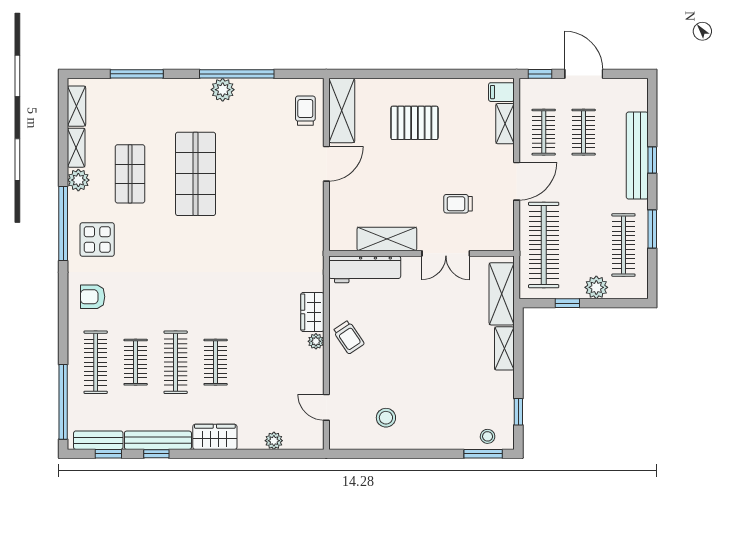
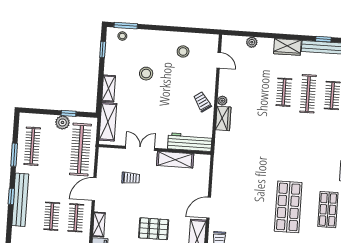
plant: (596, 287) -> (62, 122), moved
stool: (444, 377) -> (146, 74), added

